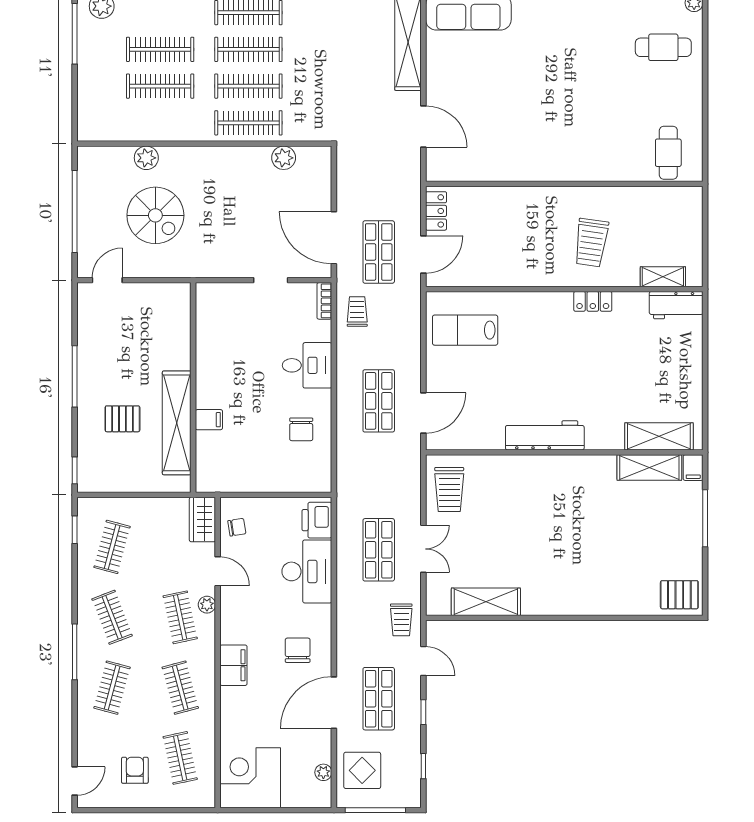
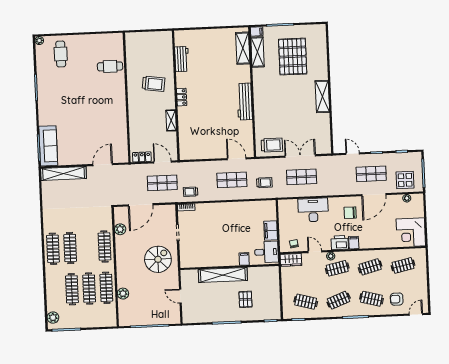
clothes rail: (248, 86) -> (106, 288), moved
cafe table: (668, 153) -> (110, 66), moved
spiral stairs: (155, 215) -> (158, 259), moved
door: (334, 238) -> (141, 205), moved
shelving: (663, 277) -> (171, 120), moved
door: (107, 280) -> (180, 296), moved
locker: (593, 301) -> (182, 97), moved
workbench: (676, 305) -> (182, 59), moved
lab bench: (465, 330) -> (197, 141), removed
desk: (307, 365) -> (266, 252), moved, turned 90
shelving: (177, 423) -> (223, 275), moved
chair: (301, 429) -> (247, 216), removed
filing cabinet: (267, 479) -> (271, 231), added
printer: (317, 520) -> (340, 243), moved, turned 180
double door: (423, 549) -> (300, 156), width x1.37
door: (218, 571) -> (315, 252), hinge flipped
pallet: (679, 595) -> (293, 57), moved, width x2.05, depth x2.00
shelving: (486, 602) -> (322, 96), moved
trolley: (401, 620) -> (264, 183), moved
door: (423, 661) -> (353, 154), hinge flipped
filing cabinet: (233, 665) -> (354, 243), width x0.50
door: (334, 703) -> (374, 195), hinge flipped
armchair: (135, 770) -> (397, 299), moved
door: (75, 781) -> (416, 314), hinge flipped

